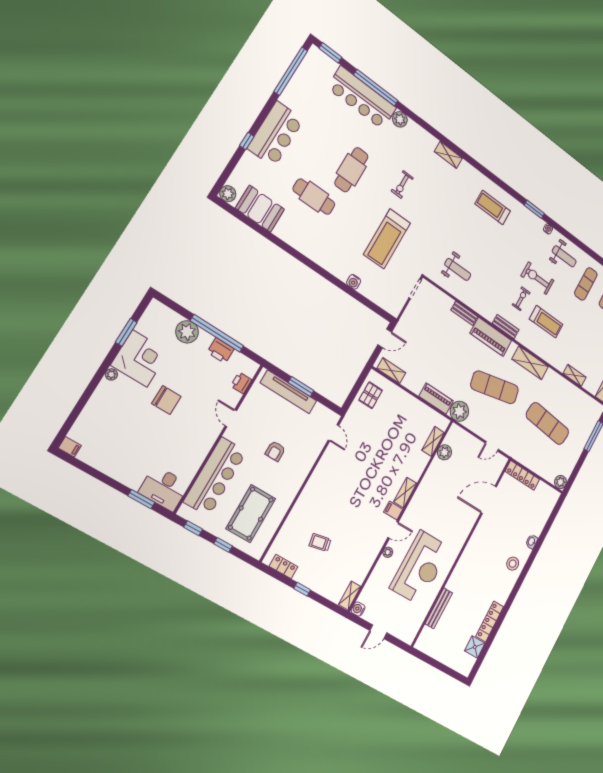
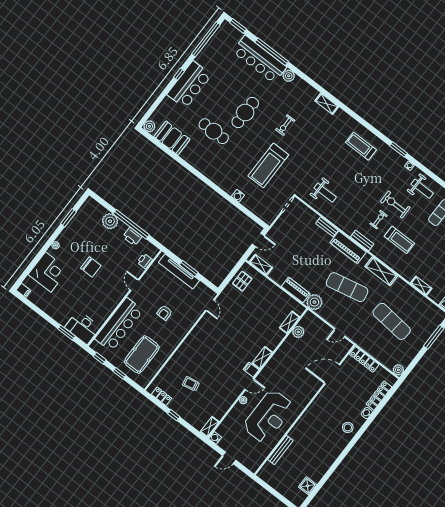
window: (247, 141) -> (179, 74), moved
corner desk: (140, 358) -> (48, 272), moved
locker: (490, 621) -> (379, 396), moved

